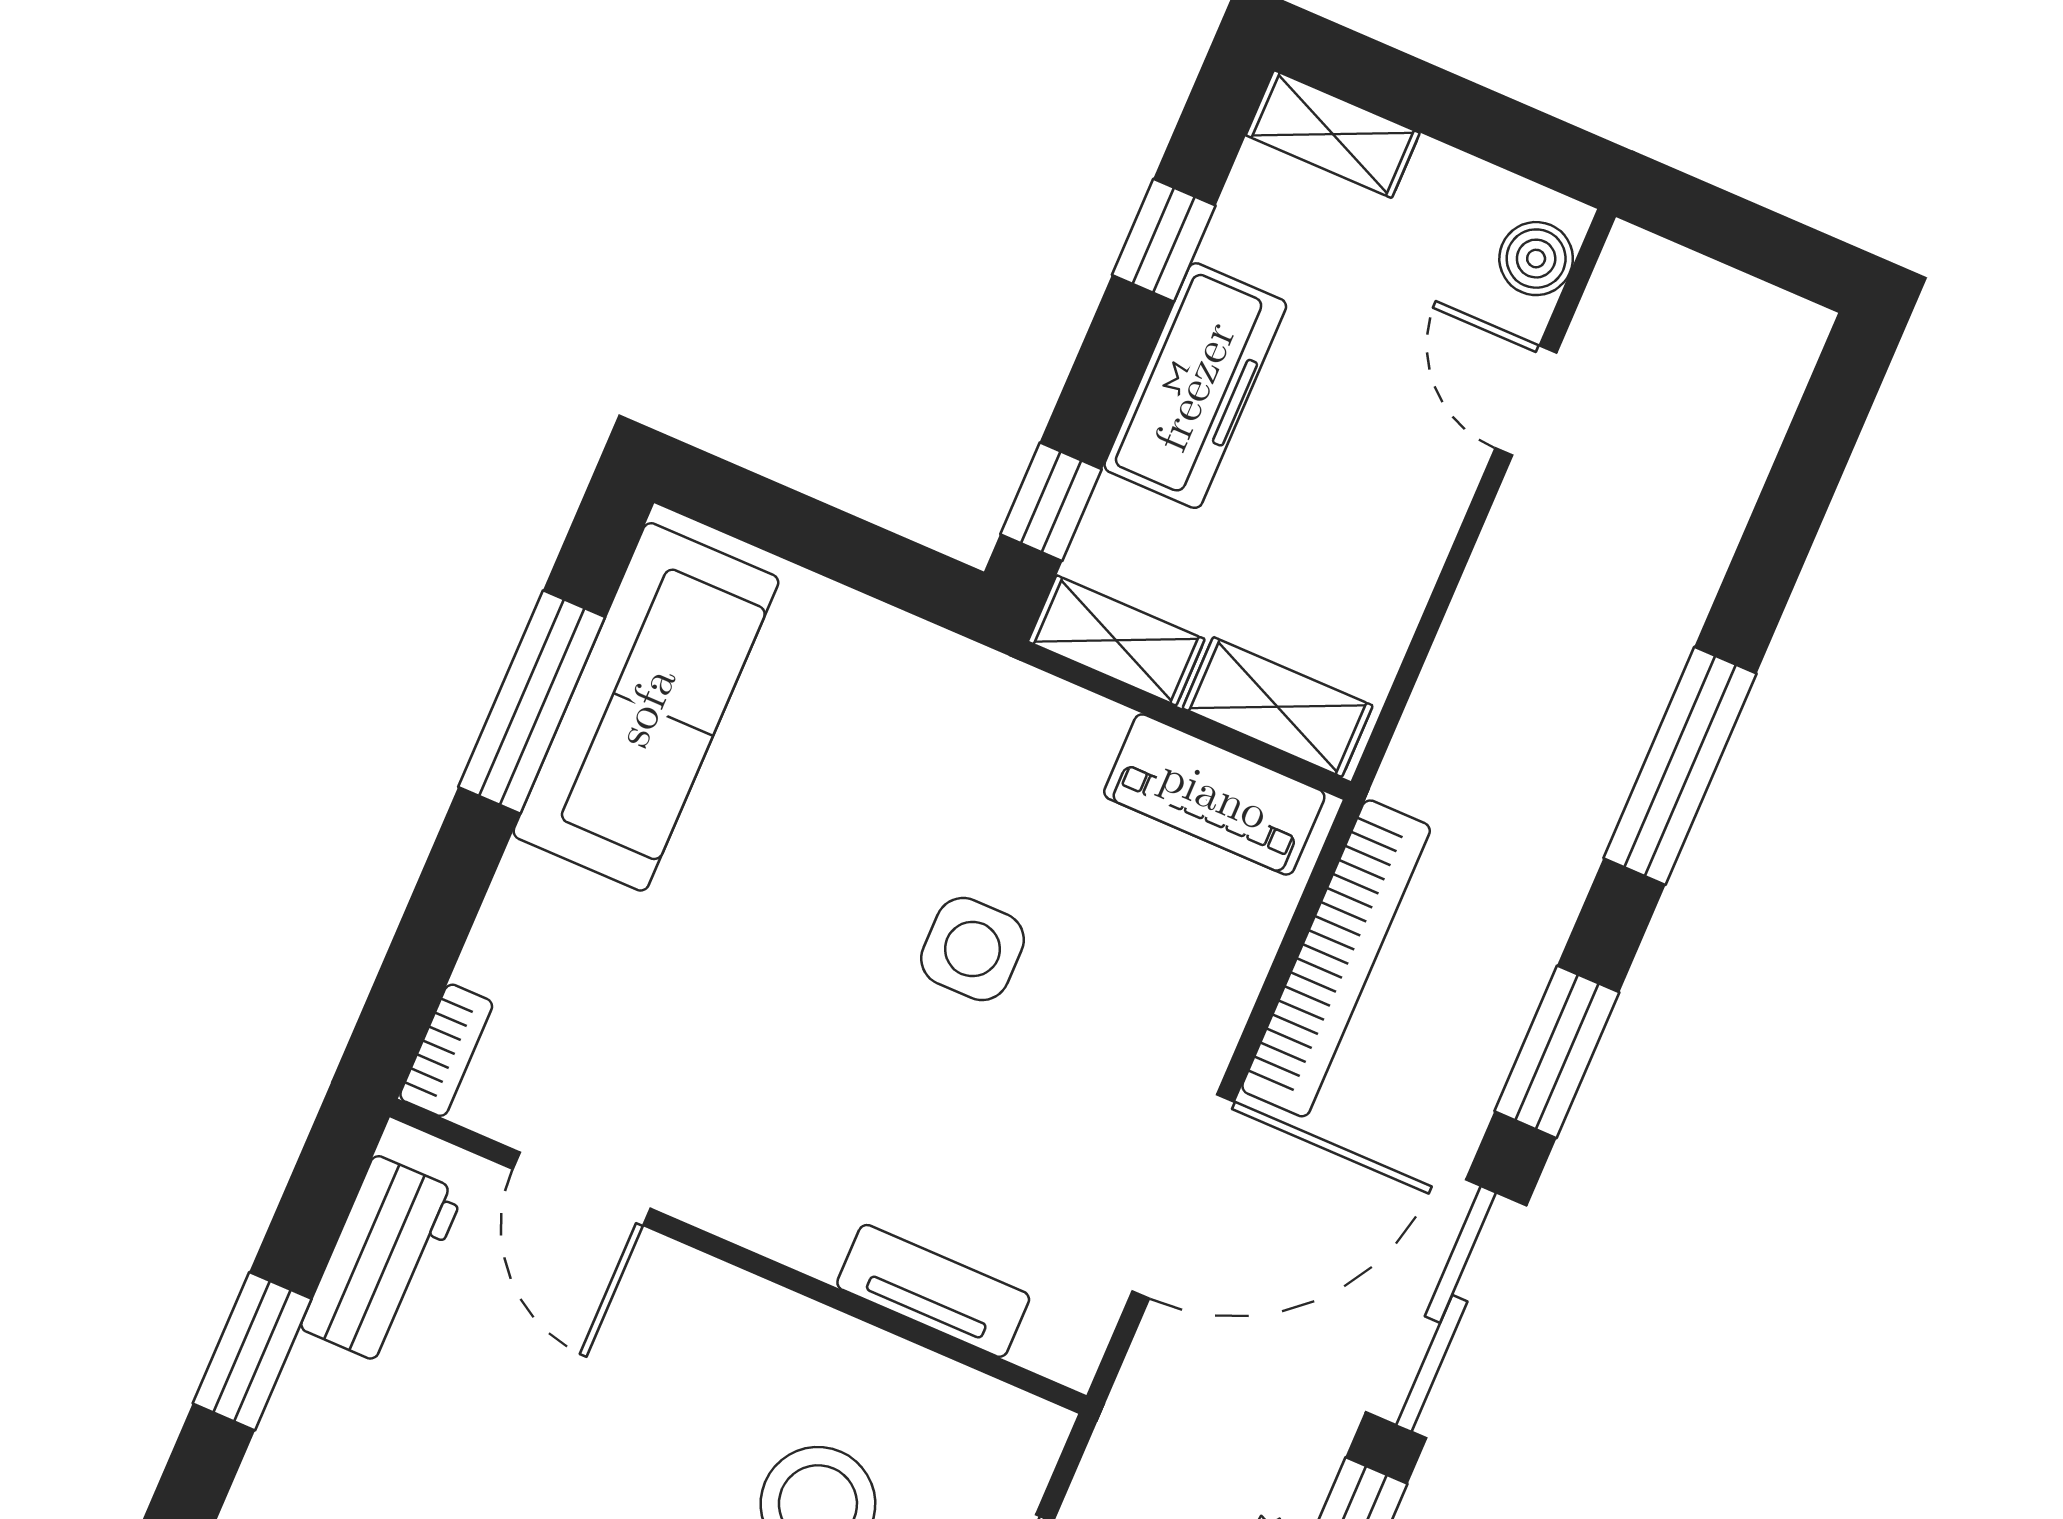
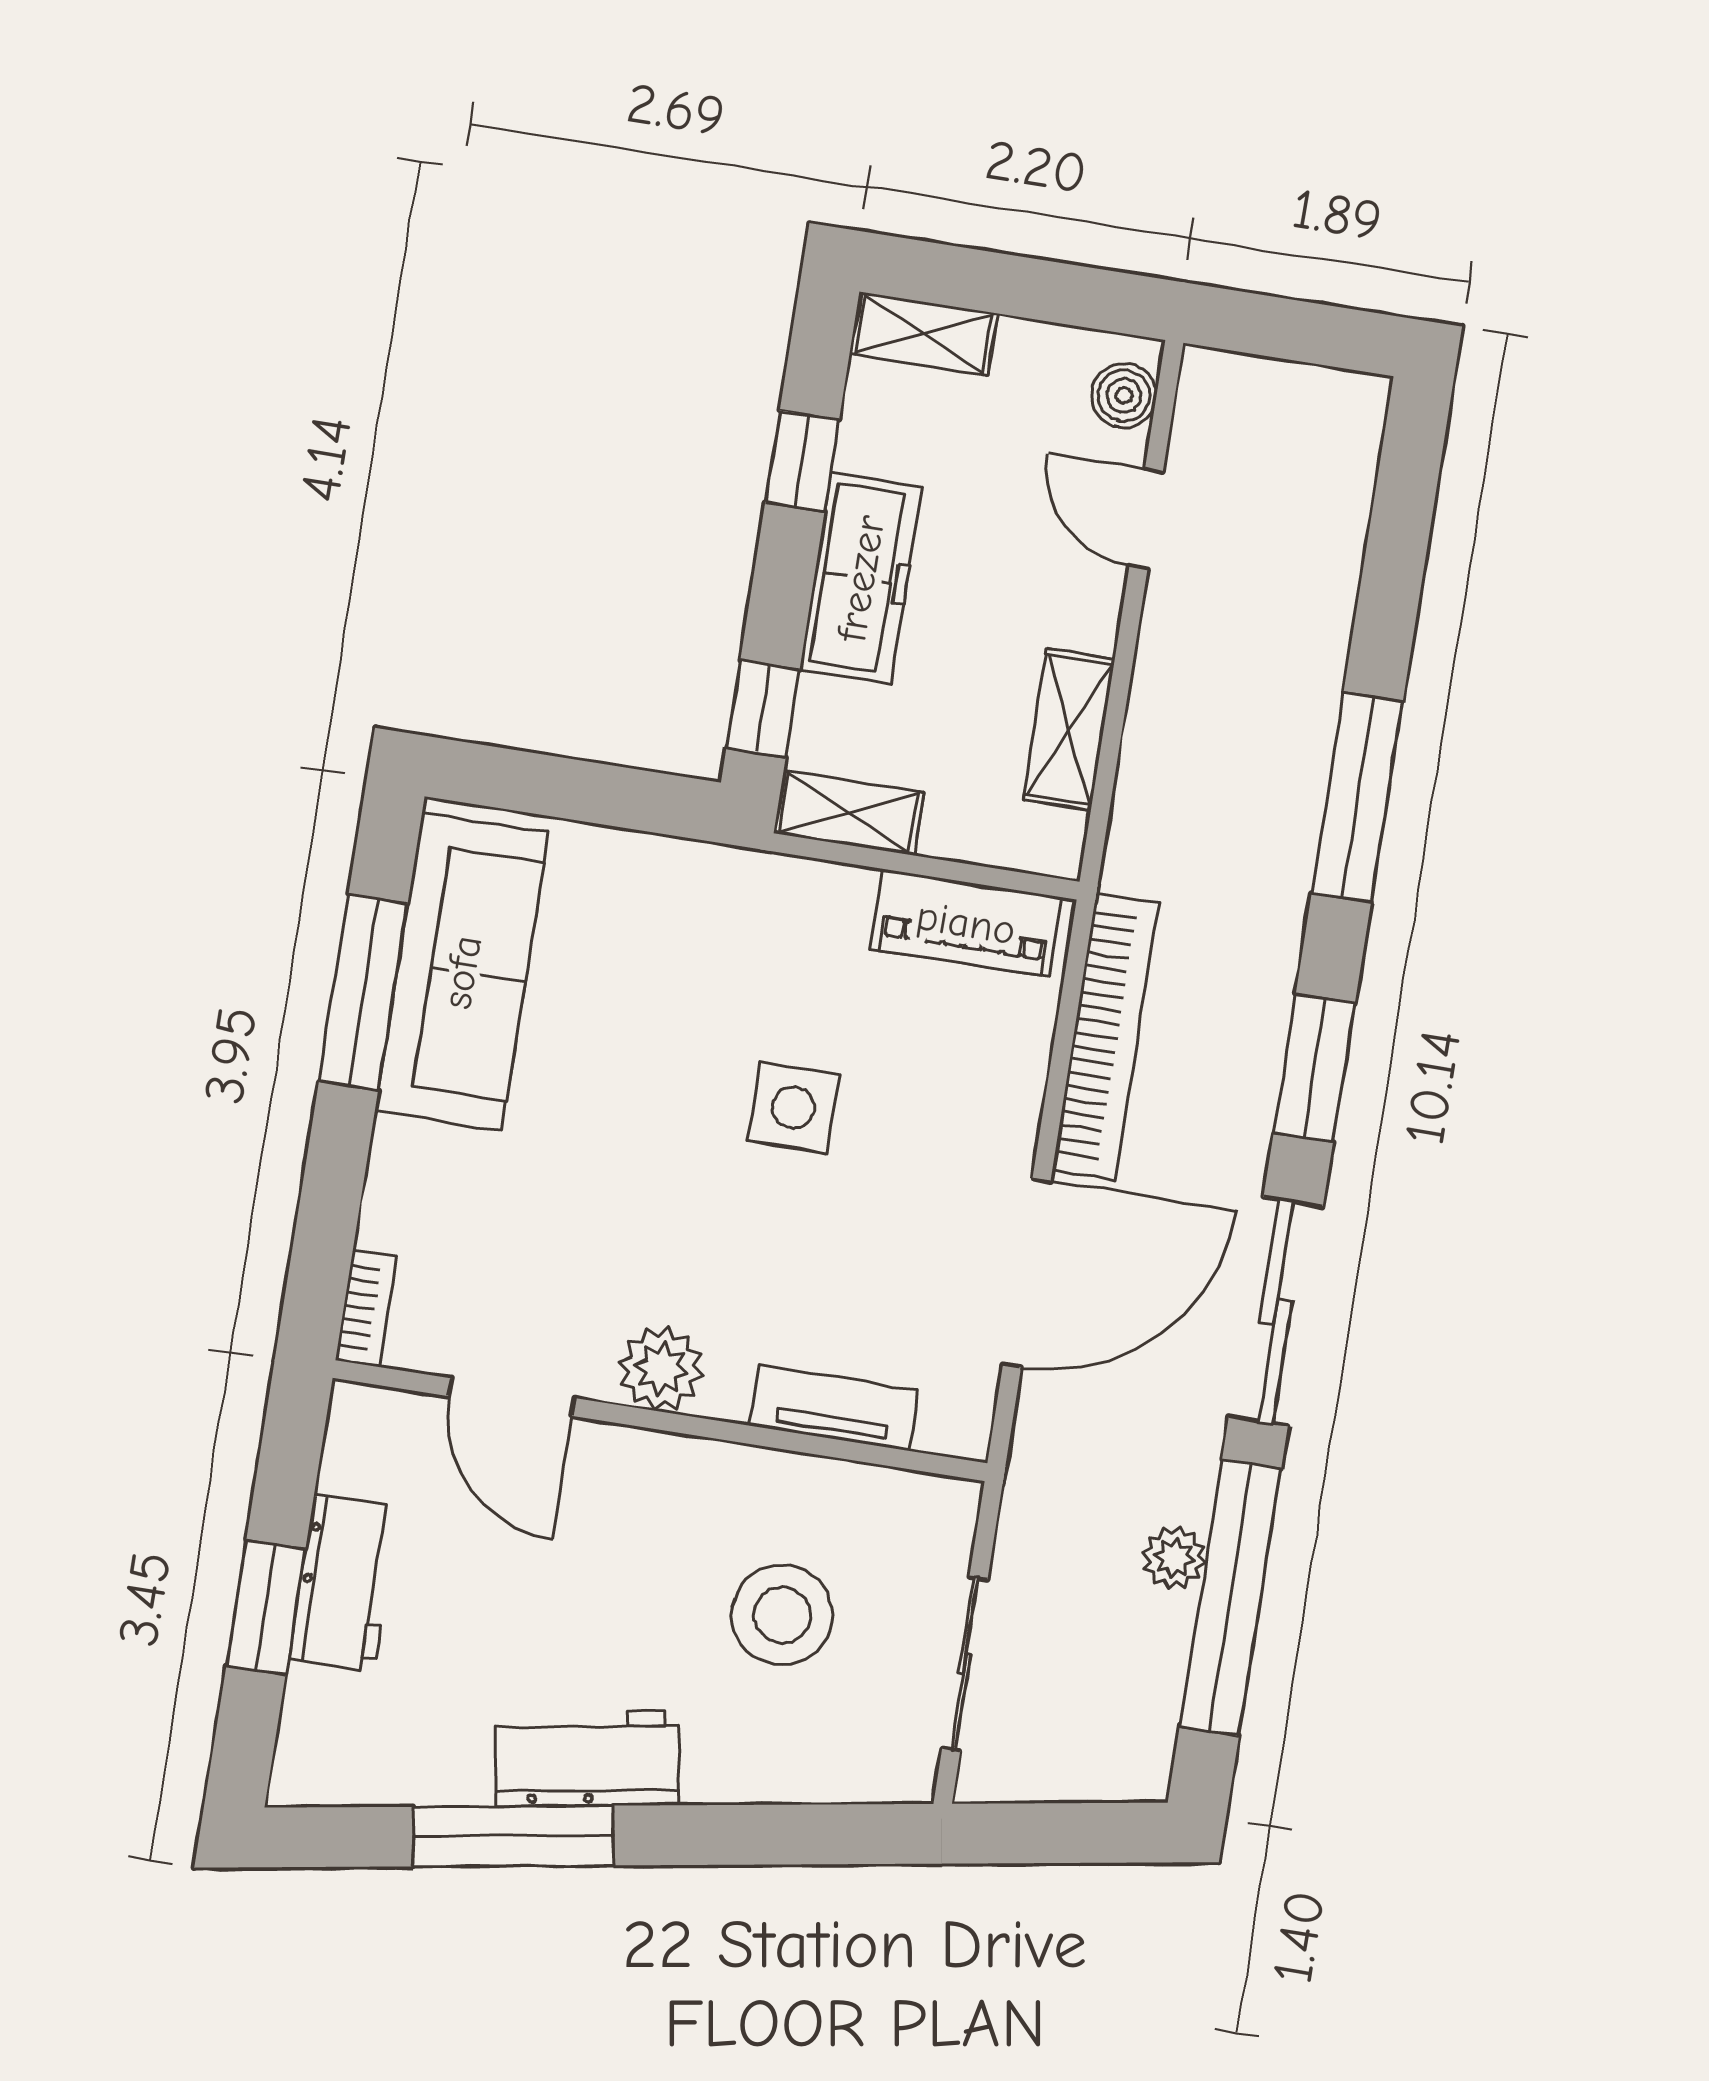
shelving: (1278, 707) -> (1069, 730), moved, turned 90
plant: (754, 1199) -> (661, 1369), added
workbench: (382, 1260) -> (344, 1583), moved

